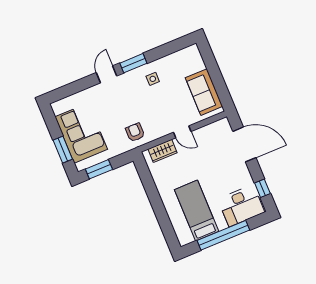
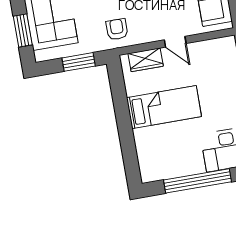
window: (99, 169) -> (79, 62), moved
bed: (197, 211) -> (164, 107), moved, turned 90

